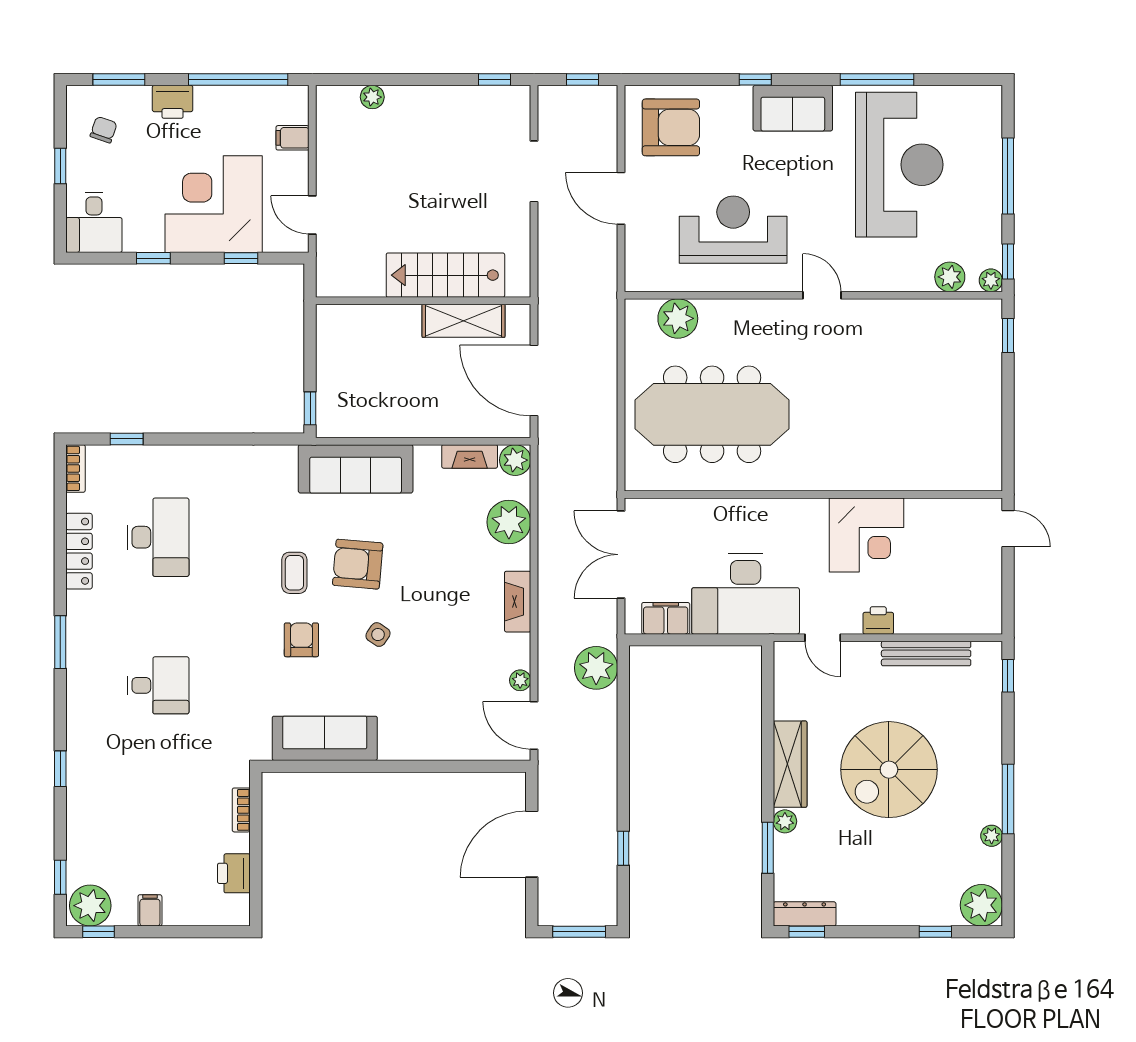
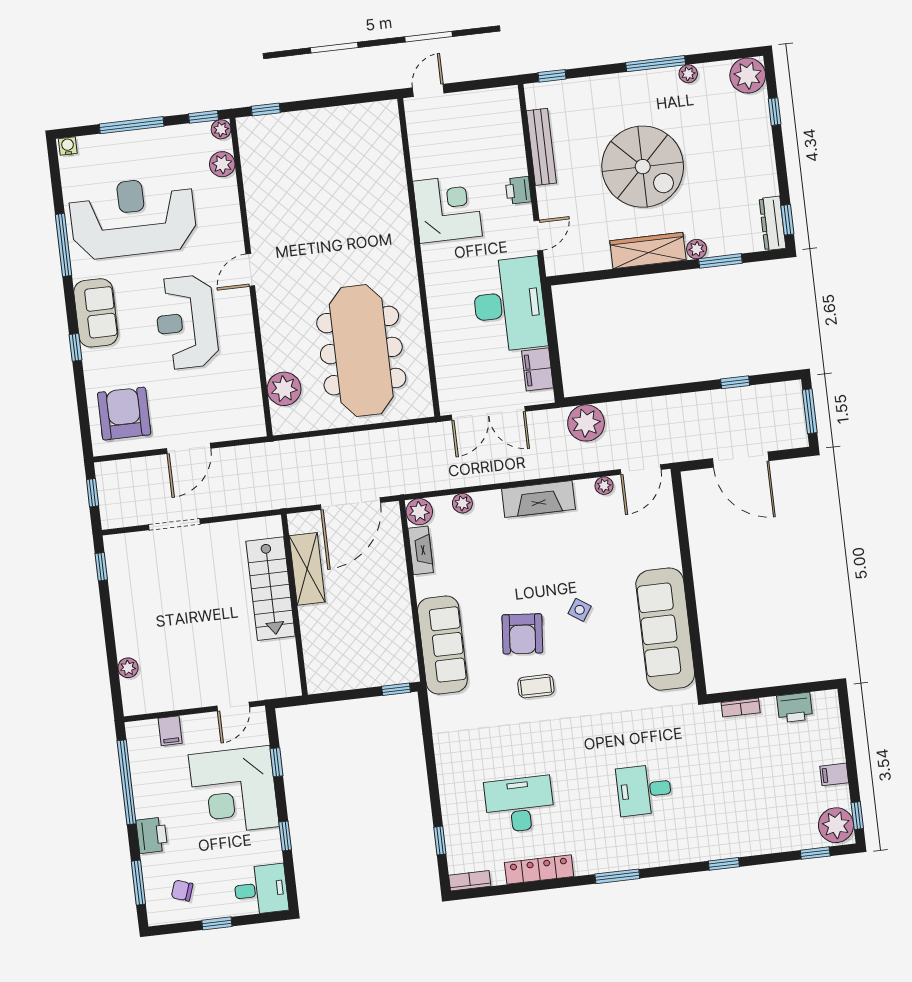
water cooler: (992, 98) -> (68, 146), added
reception desk: (733, 230) -> (186, 322), moved
plant: (509, 522) -> (462, 503), width x0.53, depth x0.53
fireplace: (518, 602) -> (538, 499), width x1.37, depth x1.32
armchair: (301, 640) -> (592, 674), removed
desk: (158, 685) -> (644, 790), turned -90
sofa: (325, 738) -> (665, 629), width x1.36, depth x1.27

